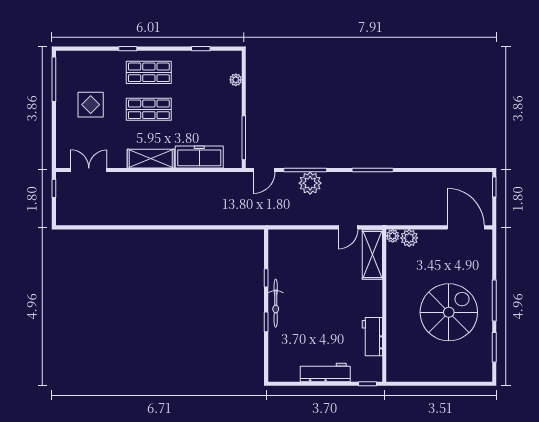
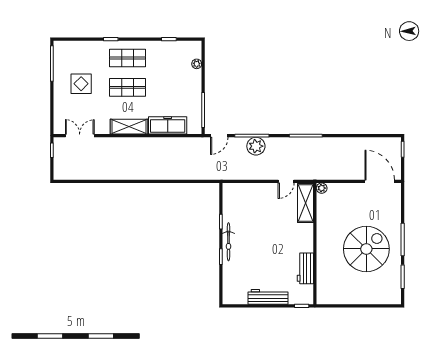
plant: (409, 238) -> (335, 190), removed

